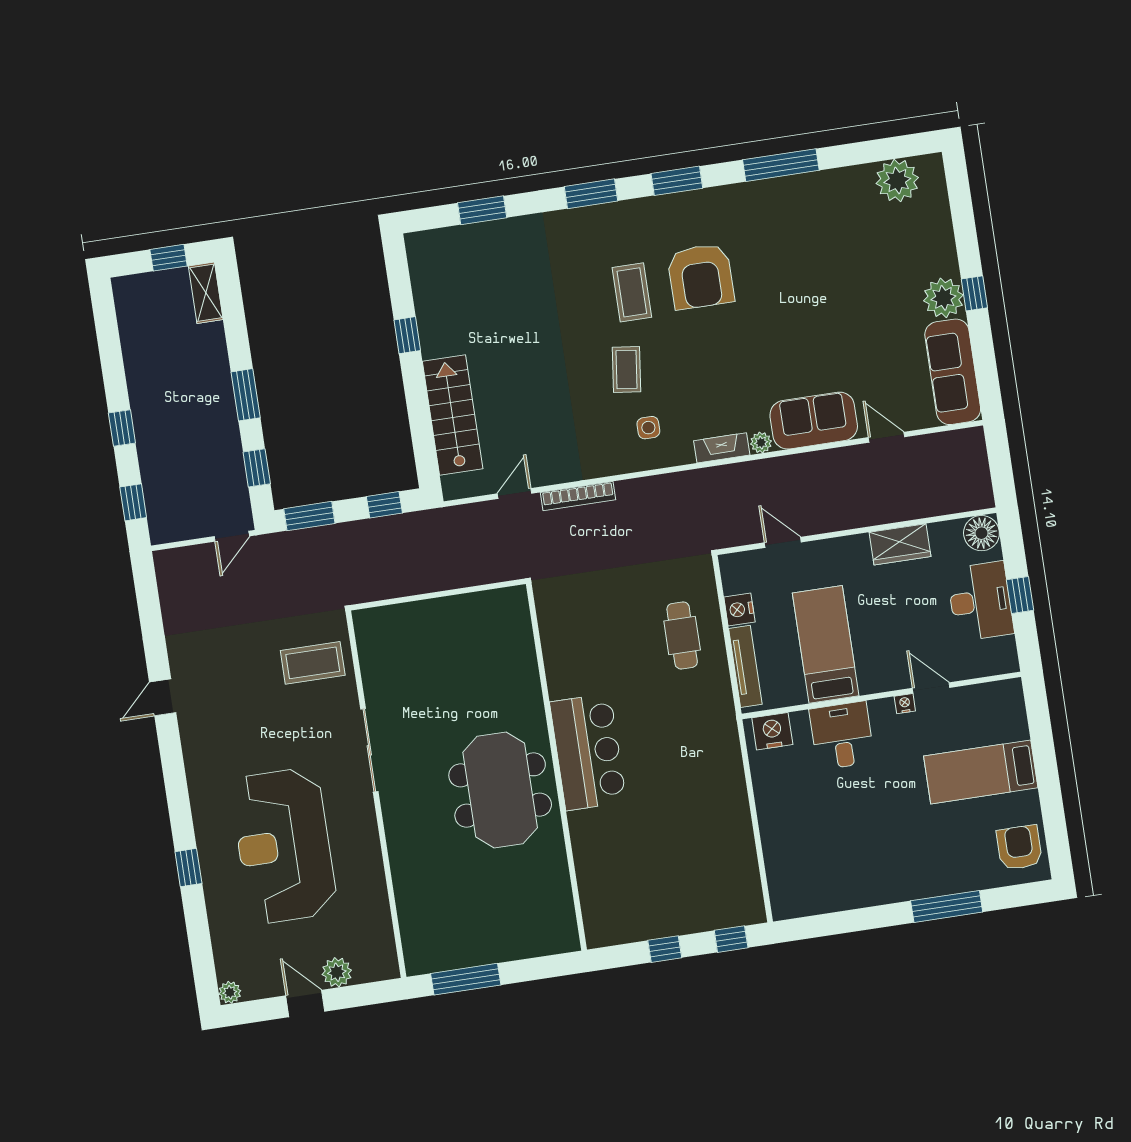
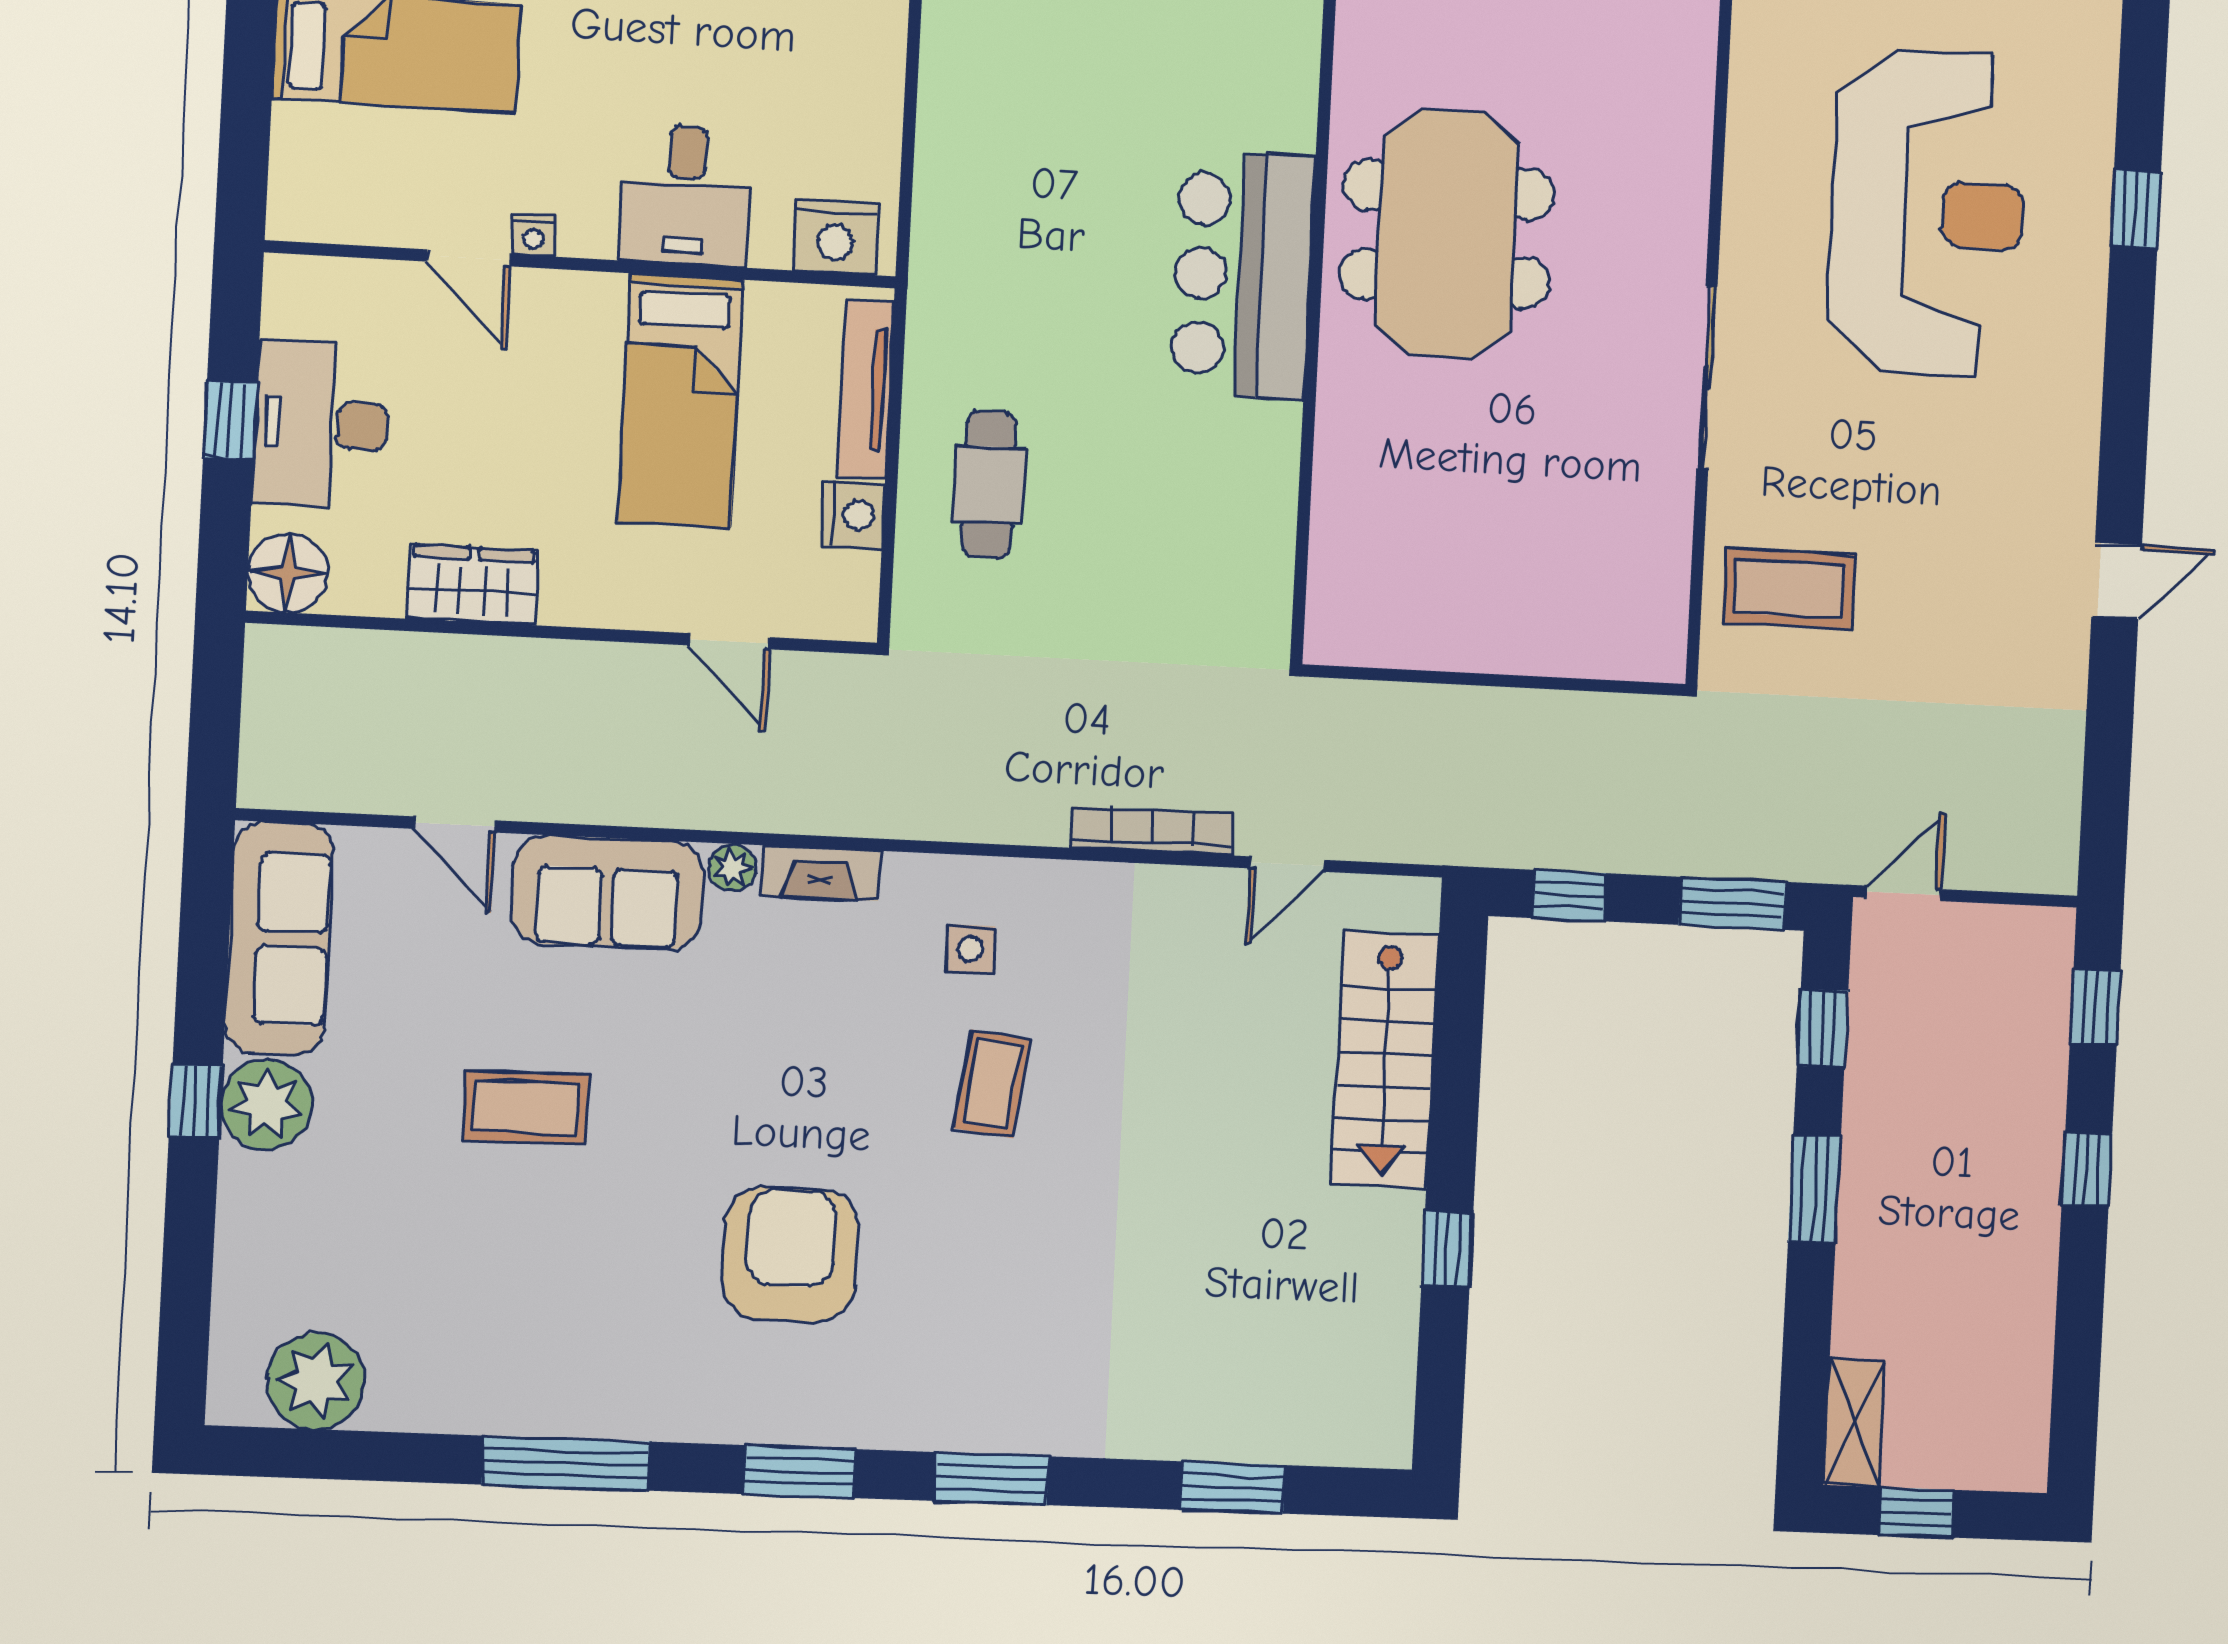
coffee table: (632, 292) -> (526, 1107), moved, turned 90

